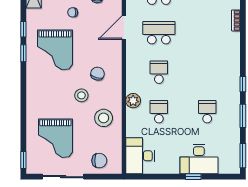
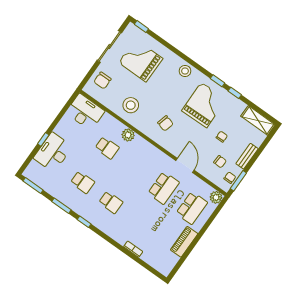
grand piano: (55, 50) -> (204, 105), turned 89
school desk: (159, 72) -> (111, 202), moved
stool: (81, 95) -> (185, 71), moved

